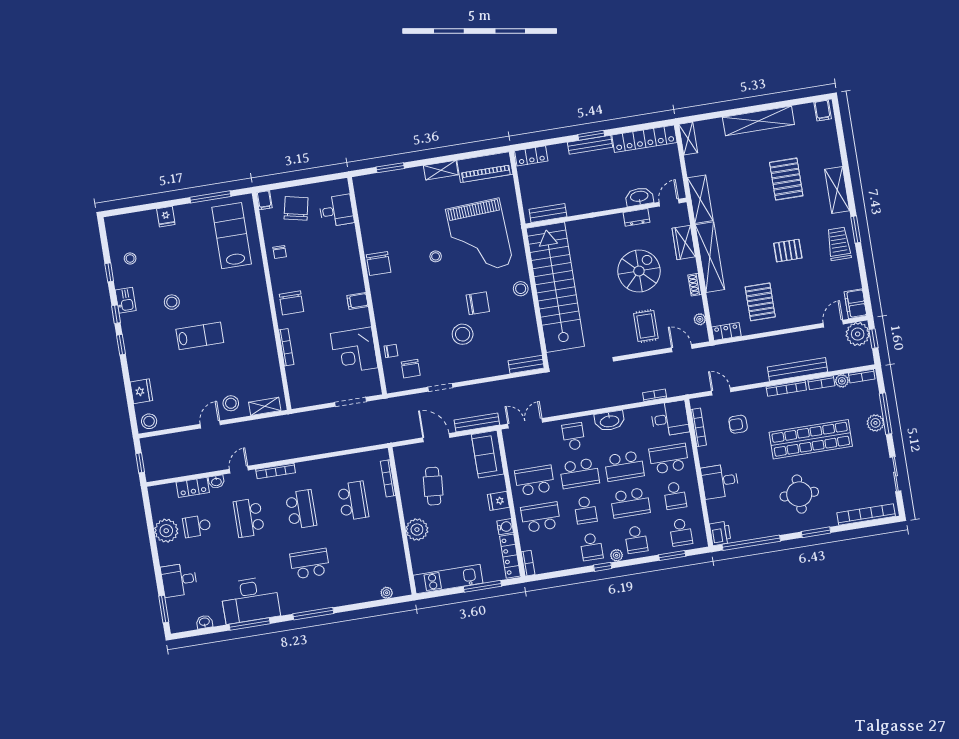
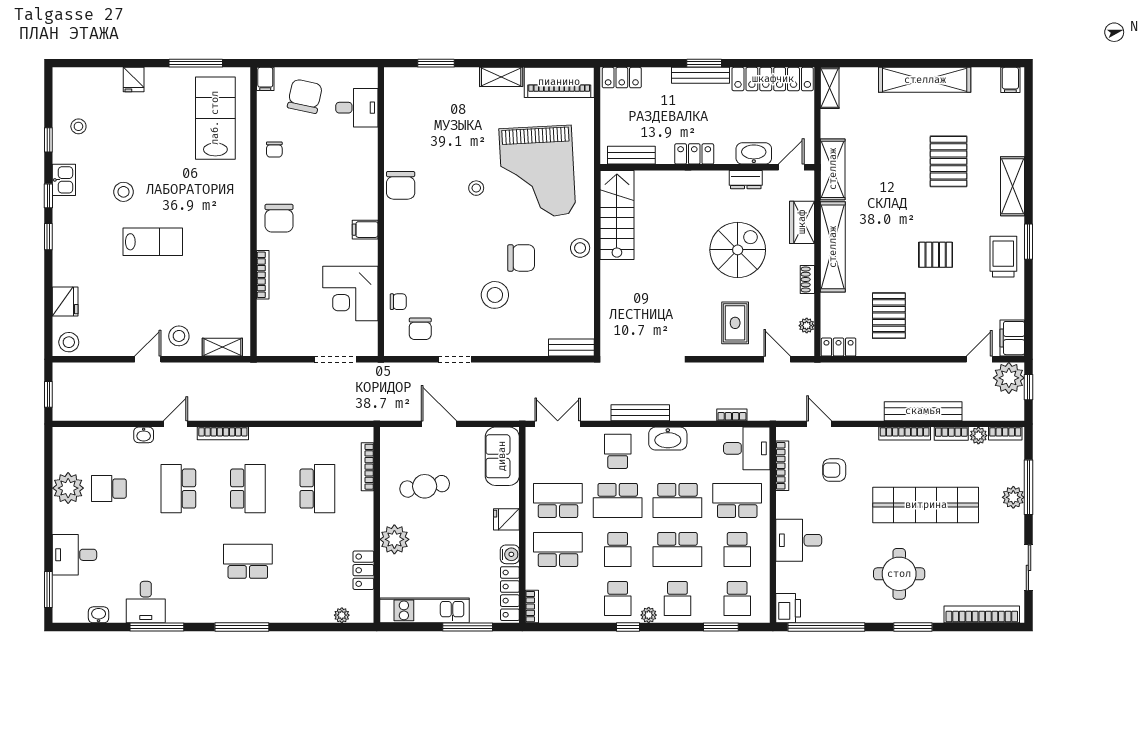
locker: (595, 204) -> (694, 154), added
stairs: (555, 287) -> (617, 215), width x0.54, depth x0.66
bench: (477, 422) -> (640, 413), moved
cafe table: (433, 486) -> (425, 486), turned 76
locker: (193, 487) -> (363, 570), moved, turned 90
desk: (250, 600) -> (146, 602), width x0.53, depth x0.77

